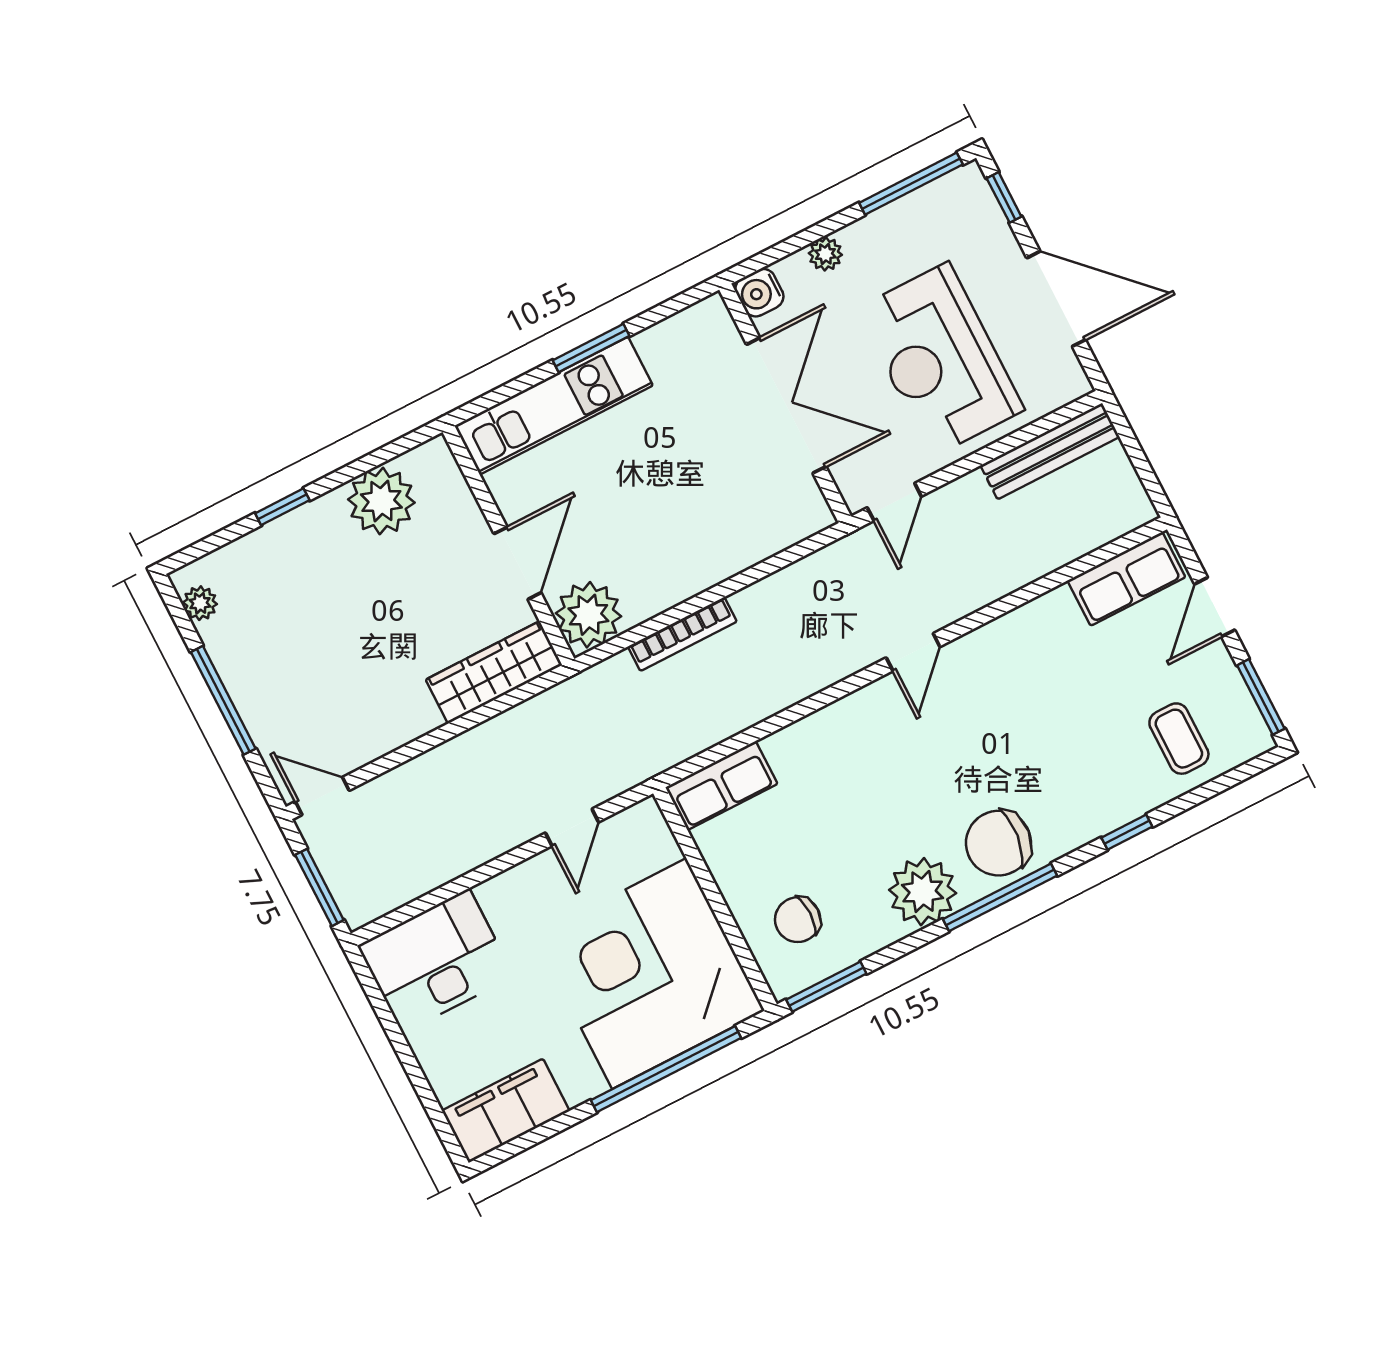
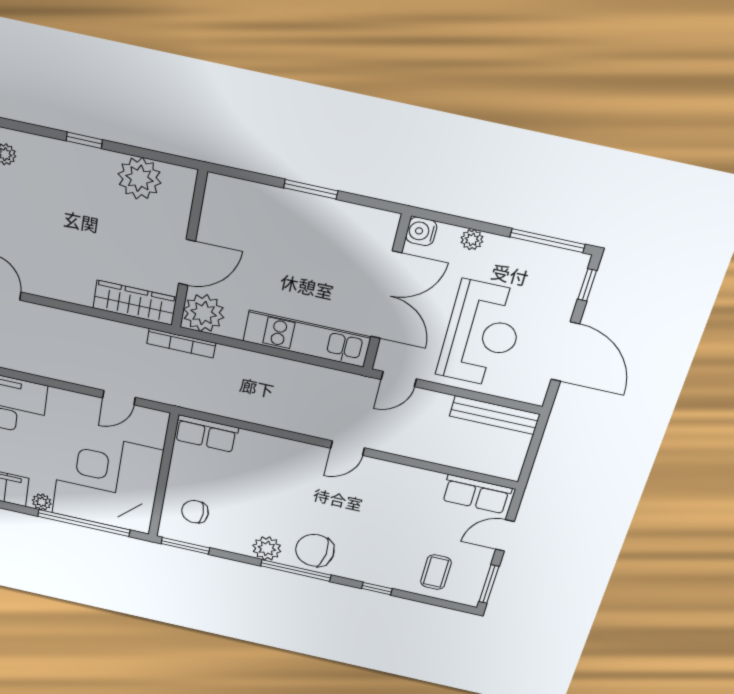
reception desk: (940, 359) -> (482, 334), turned 180
kitchen unit: (554, 406) -> (307, 339), moved, turned 180
bookcase: (682, 634) -> (181, 343), moved
plant: (923, 892) -> (267, 548), width x0.73, depth x0.73
plant: (586, 1083) -> (42, 502), added

